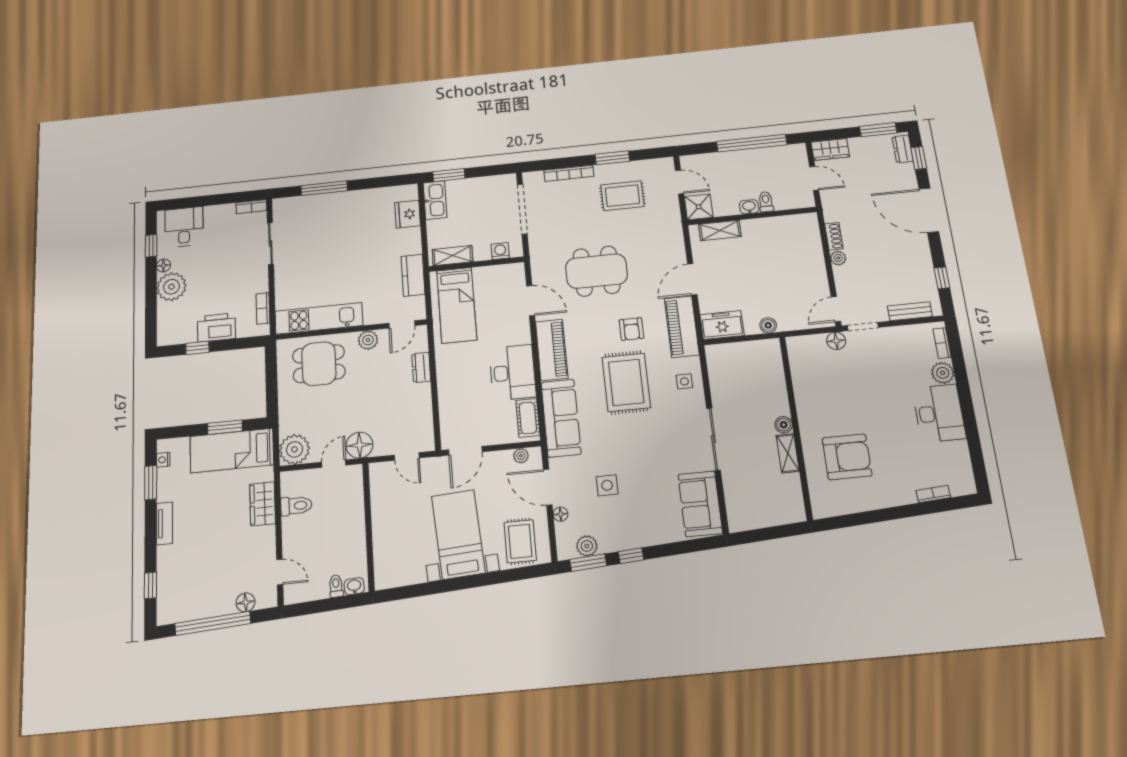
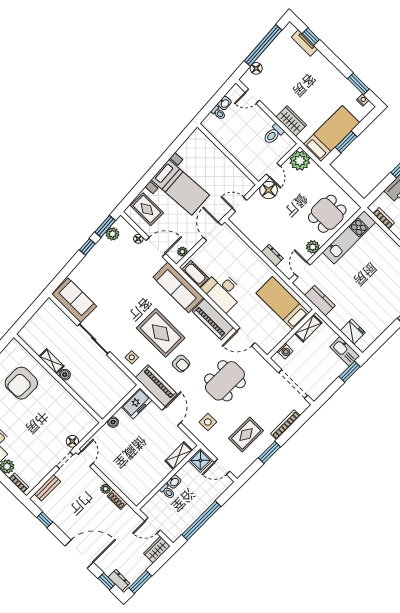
armchair: (631, 329) -> (181, 364), turned 180
side table: (607, 485) -> (208, 422), moved
tv unit: (164, 523) -> (304, 43), moved
washbasin: (354, 586) -> (225, 103), moved

